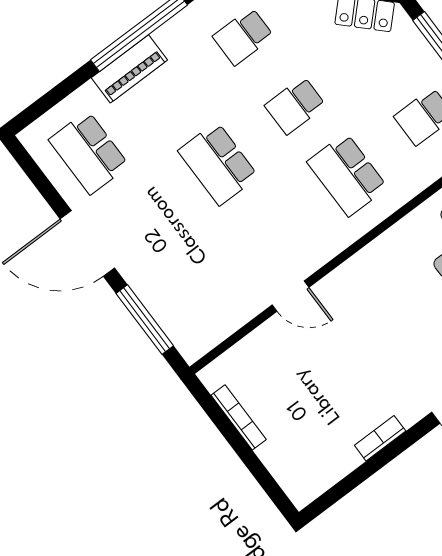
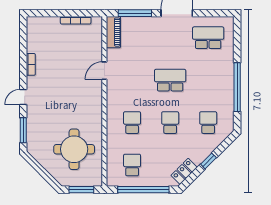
piano: (129, 69) -> (113, 32), moved, turned 180
school desk: (347, 175) -> (132, 123), width x0.54

